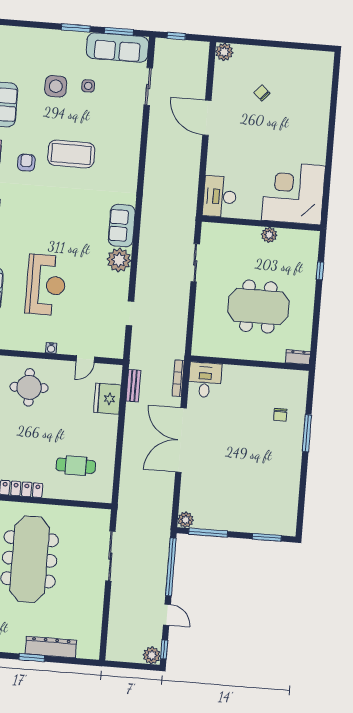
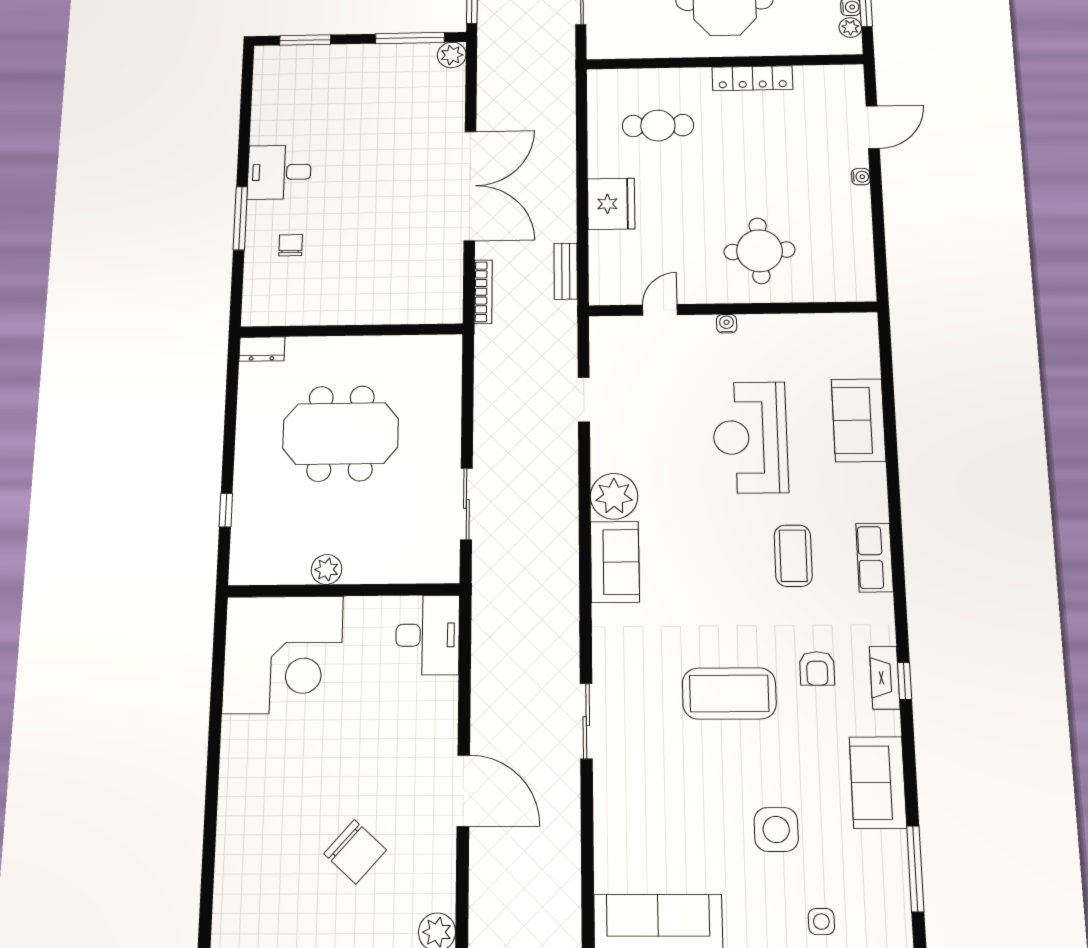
side table: (88, 86) -> (821, 922), moved
sliding door: (148, 86) -> (586, 721), moved
chair: (262, 93) -> (355, 852), width x1.87, depth x1.87
coffee table: (31, 221) -> (793, 556), added
desk: (205, 380) -> (279, 172), moved, turned 90
fridge: (107, 399) -> (611, 204), moved

